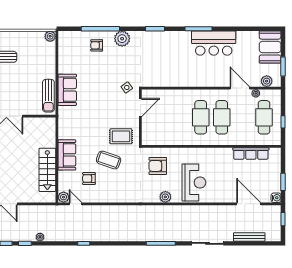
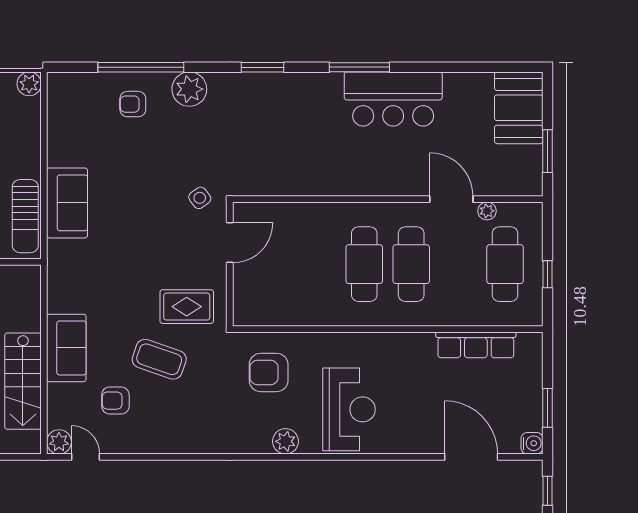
plant: (267, 81) -> (511, 184), removed

